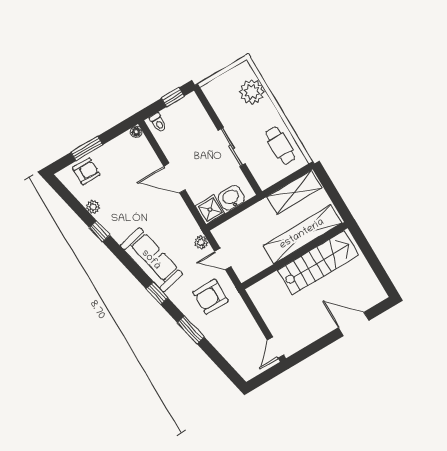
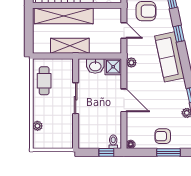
plant: (252, 92) -> (37, 126), width x0.53, depth x0.53
window: (173, 97) -> (106, 152), moved
armchair: (86, 171) -> (163, 136), moved
shelving: (294, 192) -> (70, 46), moved
plant: (201, 242) -> (131, 63), moved

